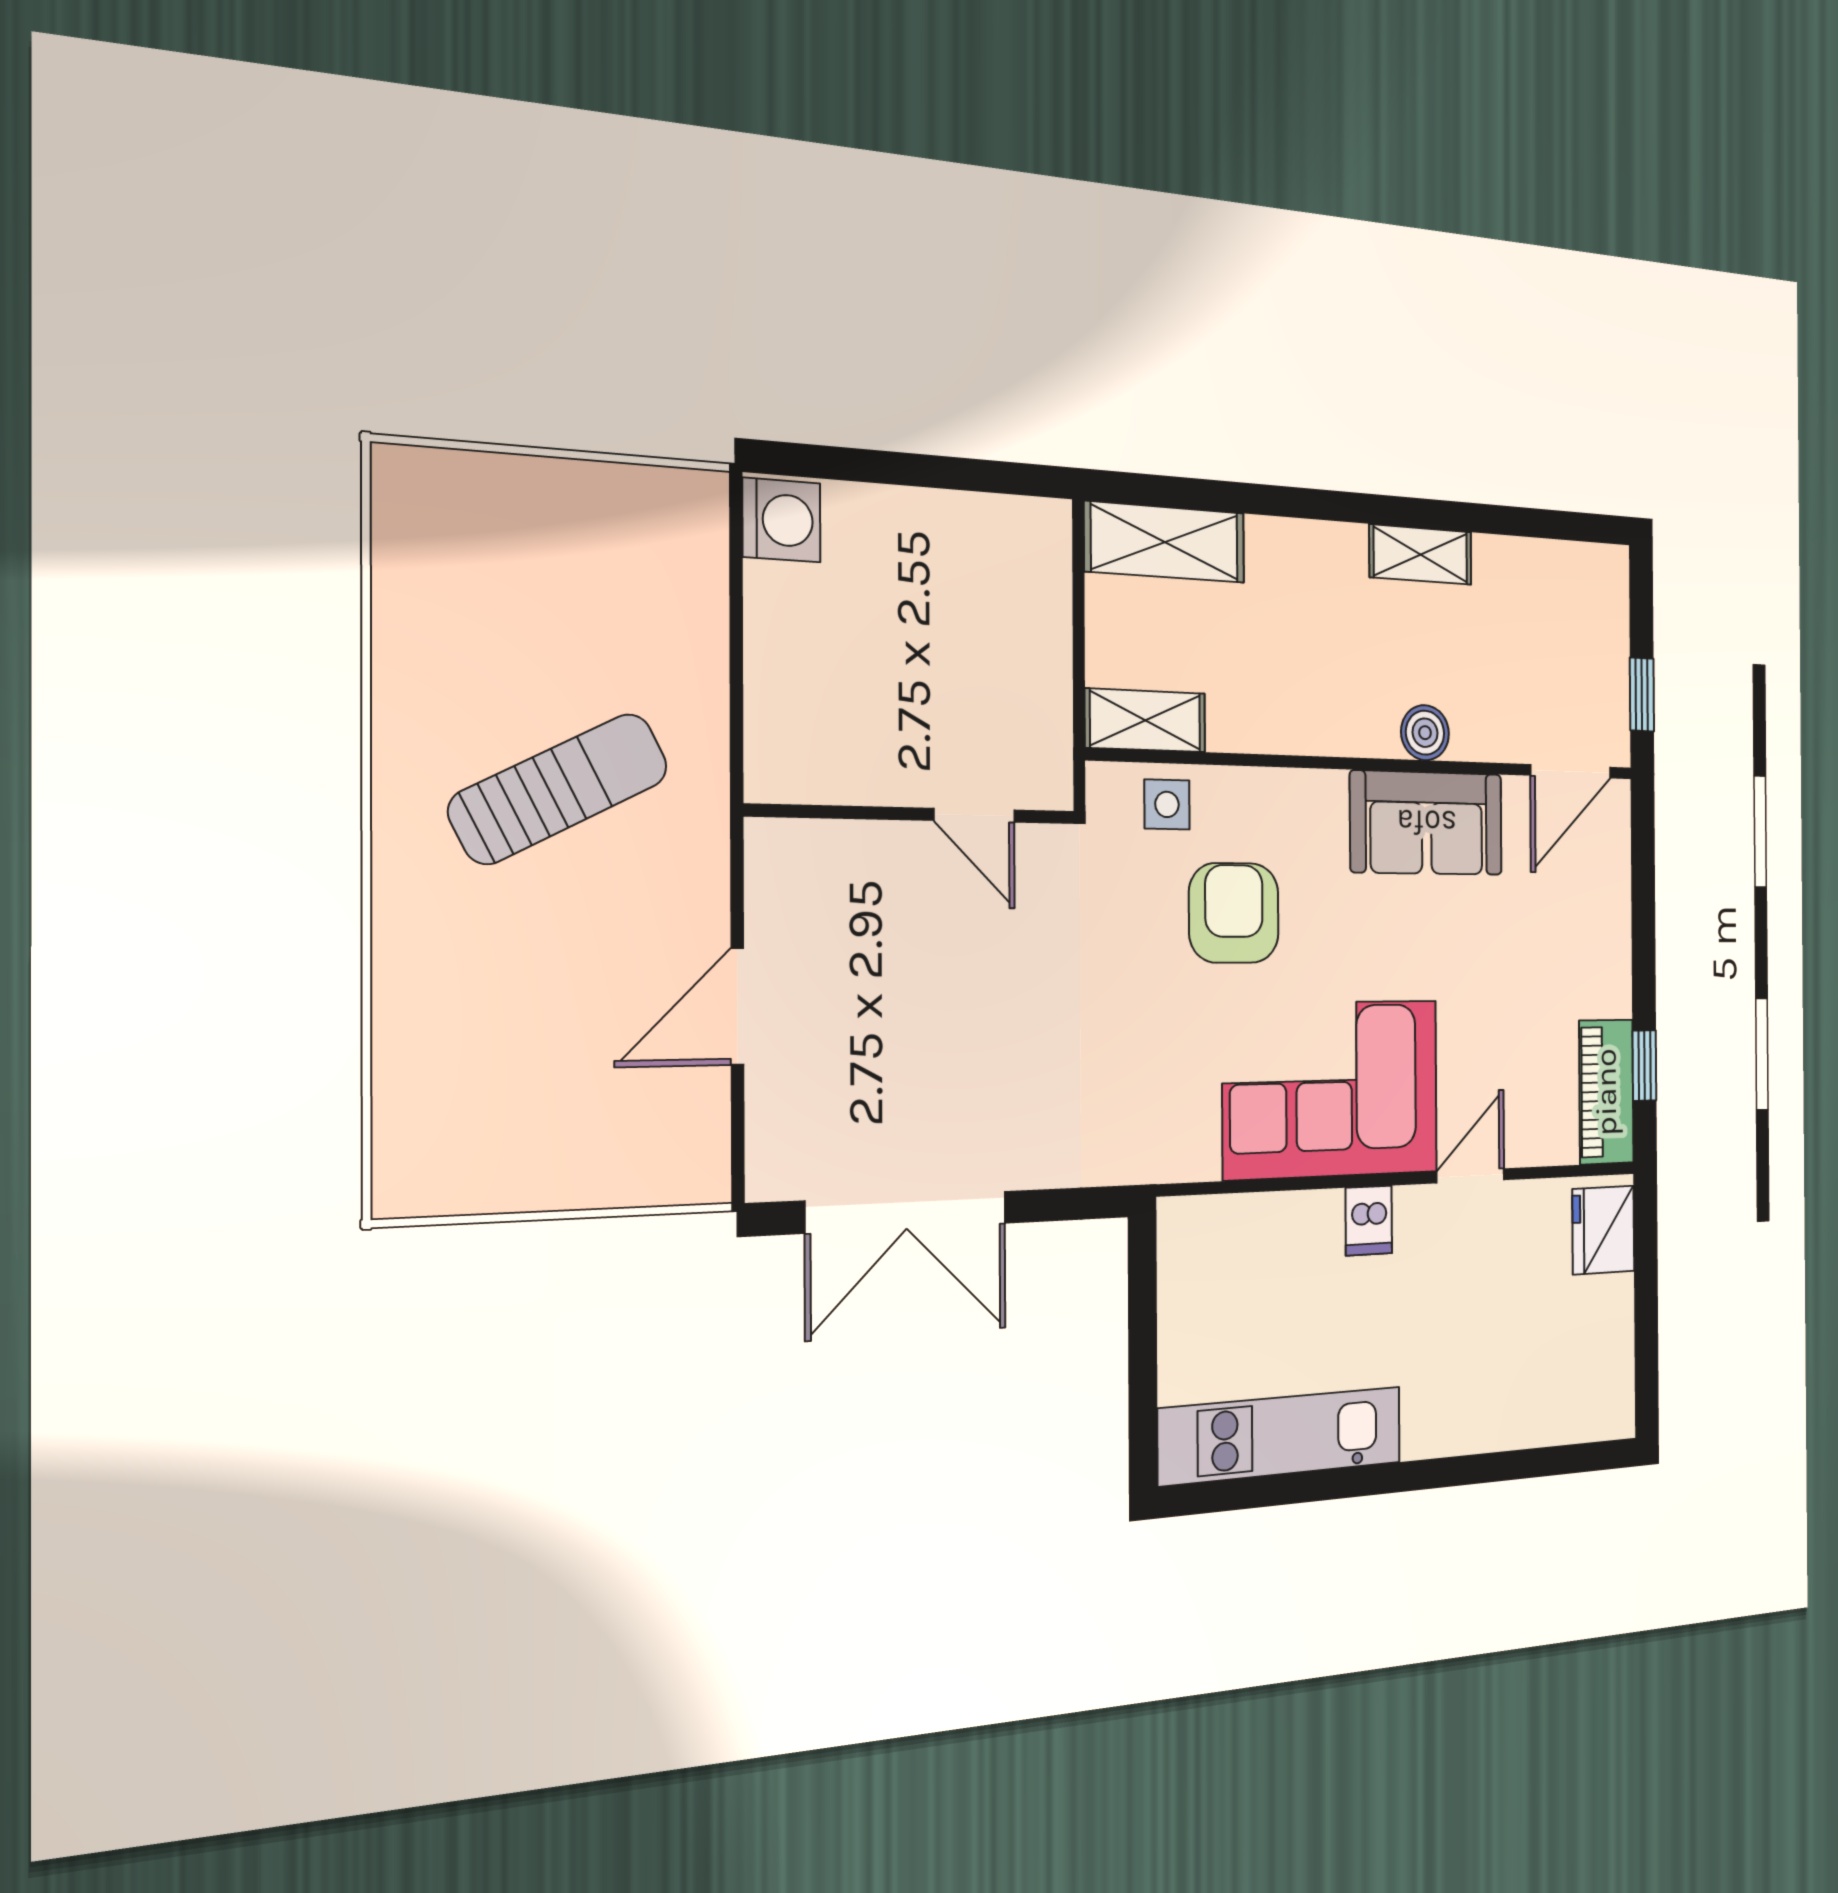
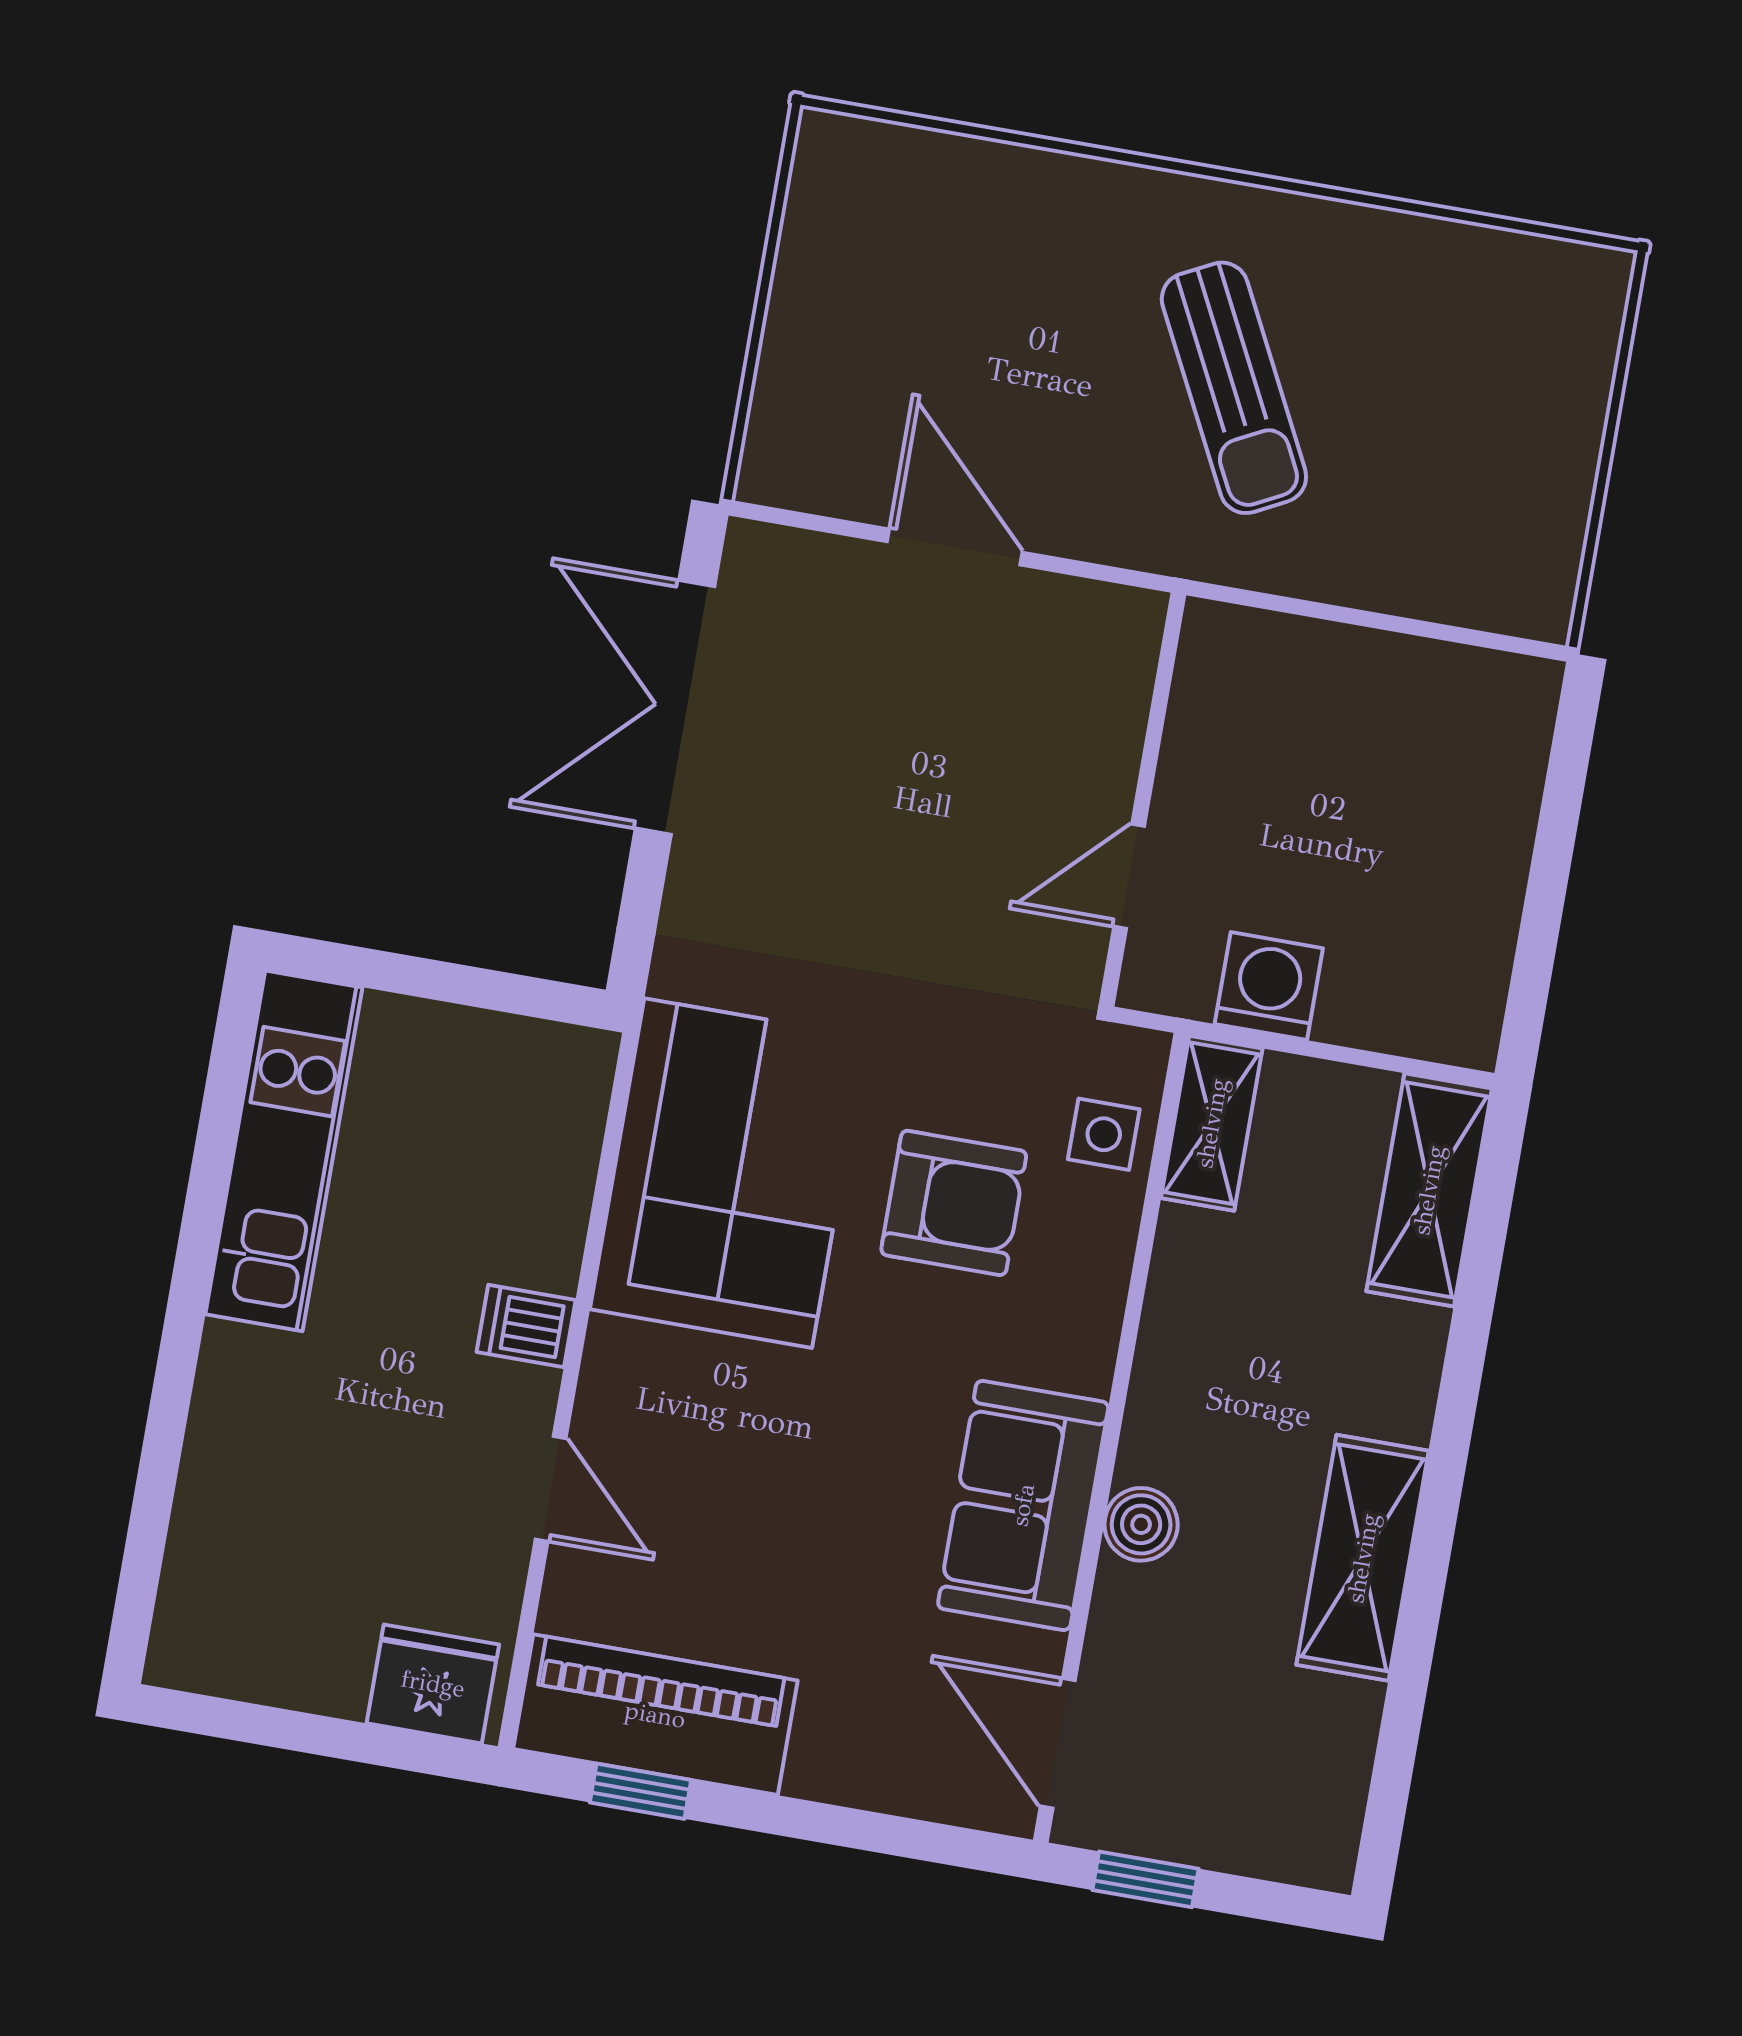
washing machine: (782, 520) -> (1269, 986), moved, turned 180
shelving: (1421, 555) -> (1363, 1558), width x1.50, depth x1.33
corner sofa: (1331, 1089) -> (728, 1173), moved
piano: (1606, 1092) -> (655, 1715), width x1.37, depth x1.33

